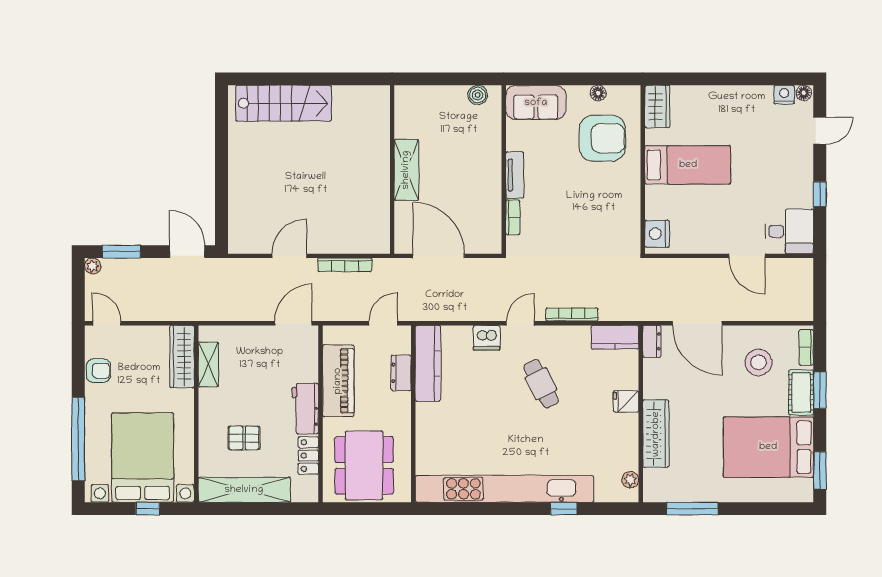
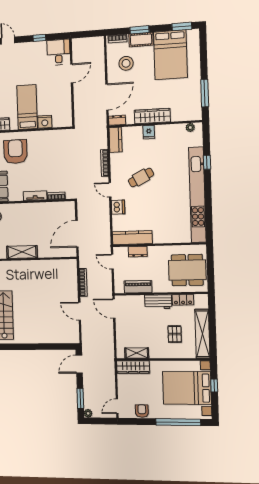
shelving: (406, 170) -> (22, 252), moved
nightstand: (657, 234) -> (45, 122), moved
piano: (338, 381) -> (138, 287), width x0.73, depth x0.75
wardrobe: (656, 434) -> (152, 116), moved

